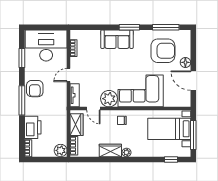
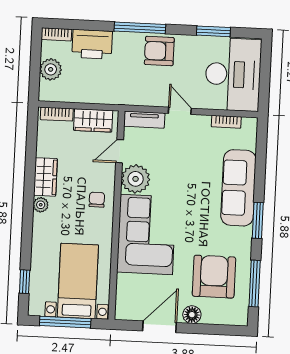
sofa: (117, 39) -> (238, 188), width x1.36
armchair: (163, 51) -> (214, 277), turned 180
plant: (61, 150) -> (51, 69), moved

